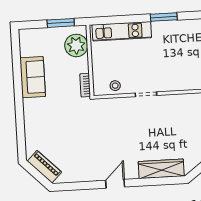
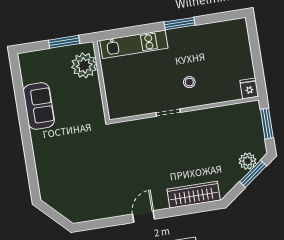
bookcase: (85, 85) -> (99, 109), removed
stool: (115, 86) -> (189, 82), moved
piano: (44, 167) -> (62, 205), removed

